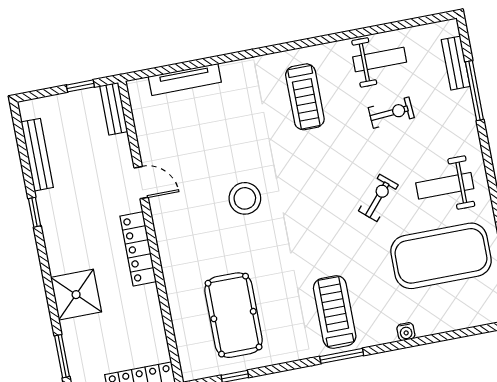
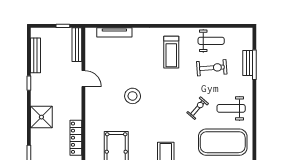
bench: (456, 63) -> (248, 63), moved
bench: (114, 109) -> (77, 45), width x1.36
exercise bike: (391, 113) -> (212, 68), width x1.38, depth x1.39
locker: (138, 249) -> (76, 138), moved
shower: (76, 295) -> (41, 117), moved

